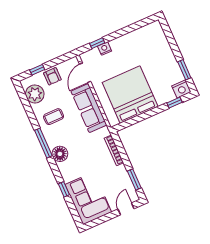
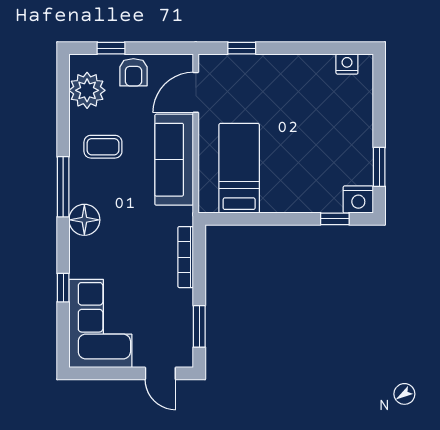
nightstand: (105, 49) -> (347, 64), moved
bed: (130, 95) -> (239, 168), width x0.49
door: (126, 209) -> (160, 373), swing flipped

